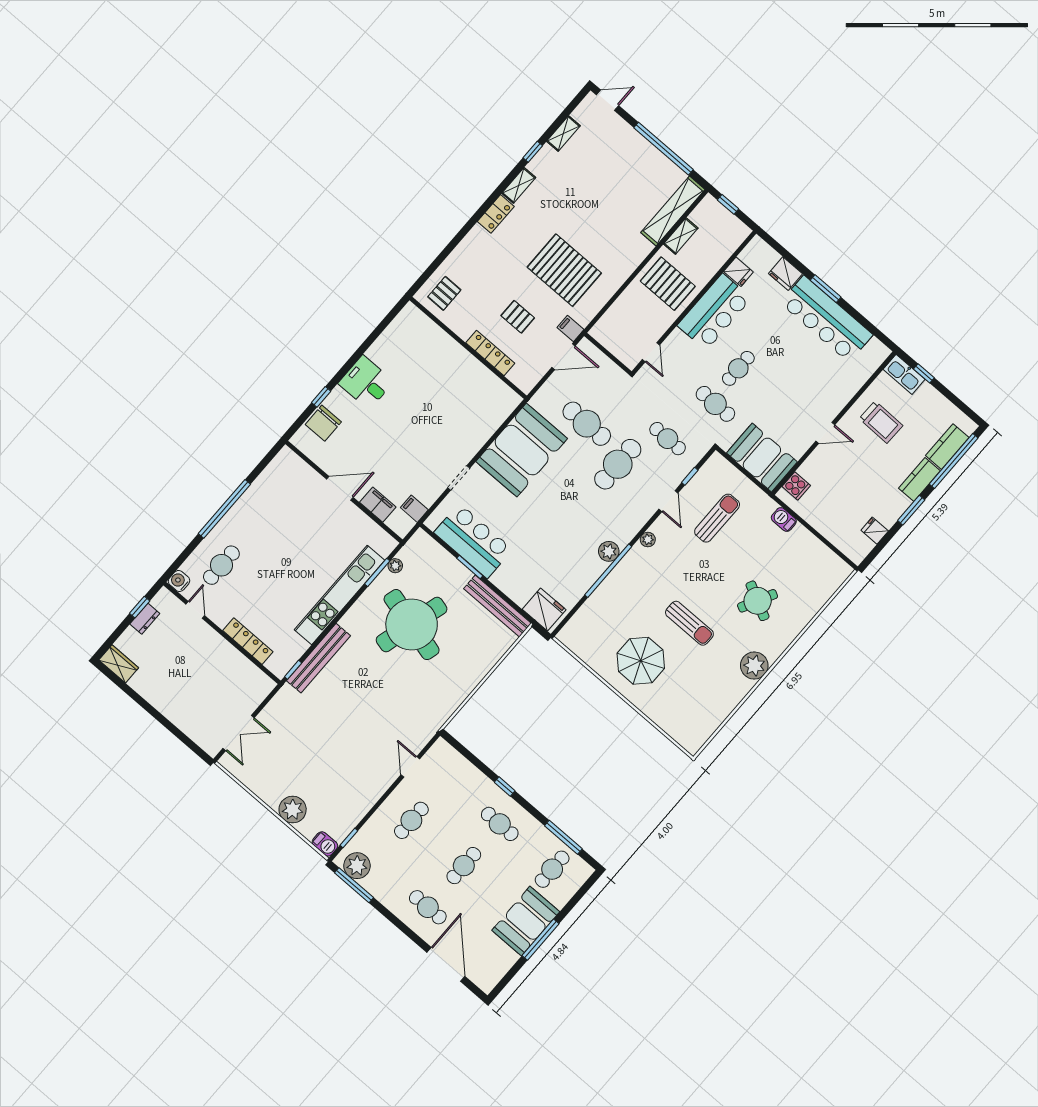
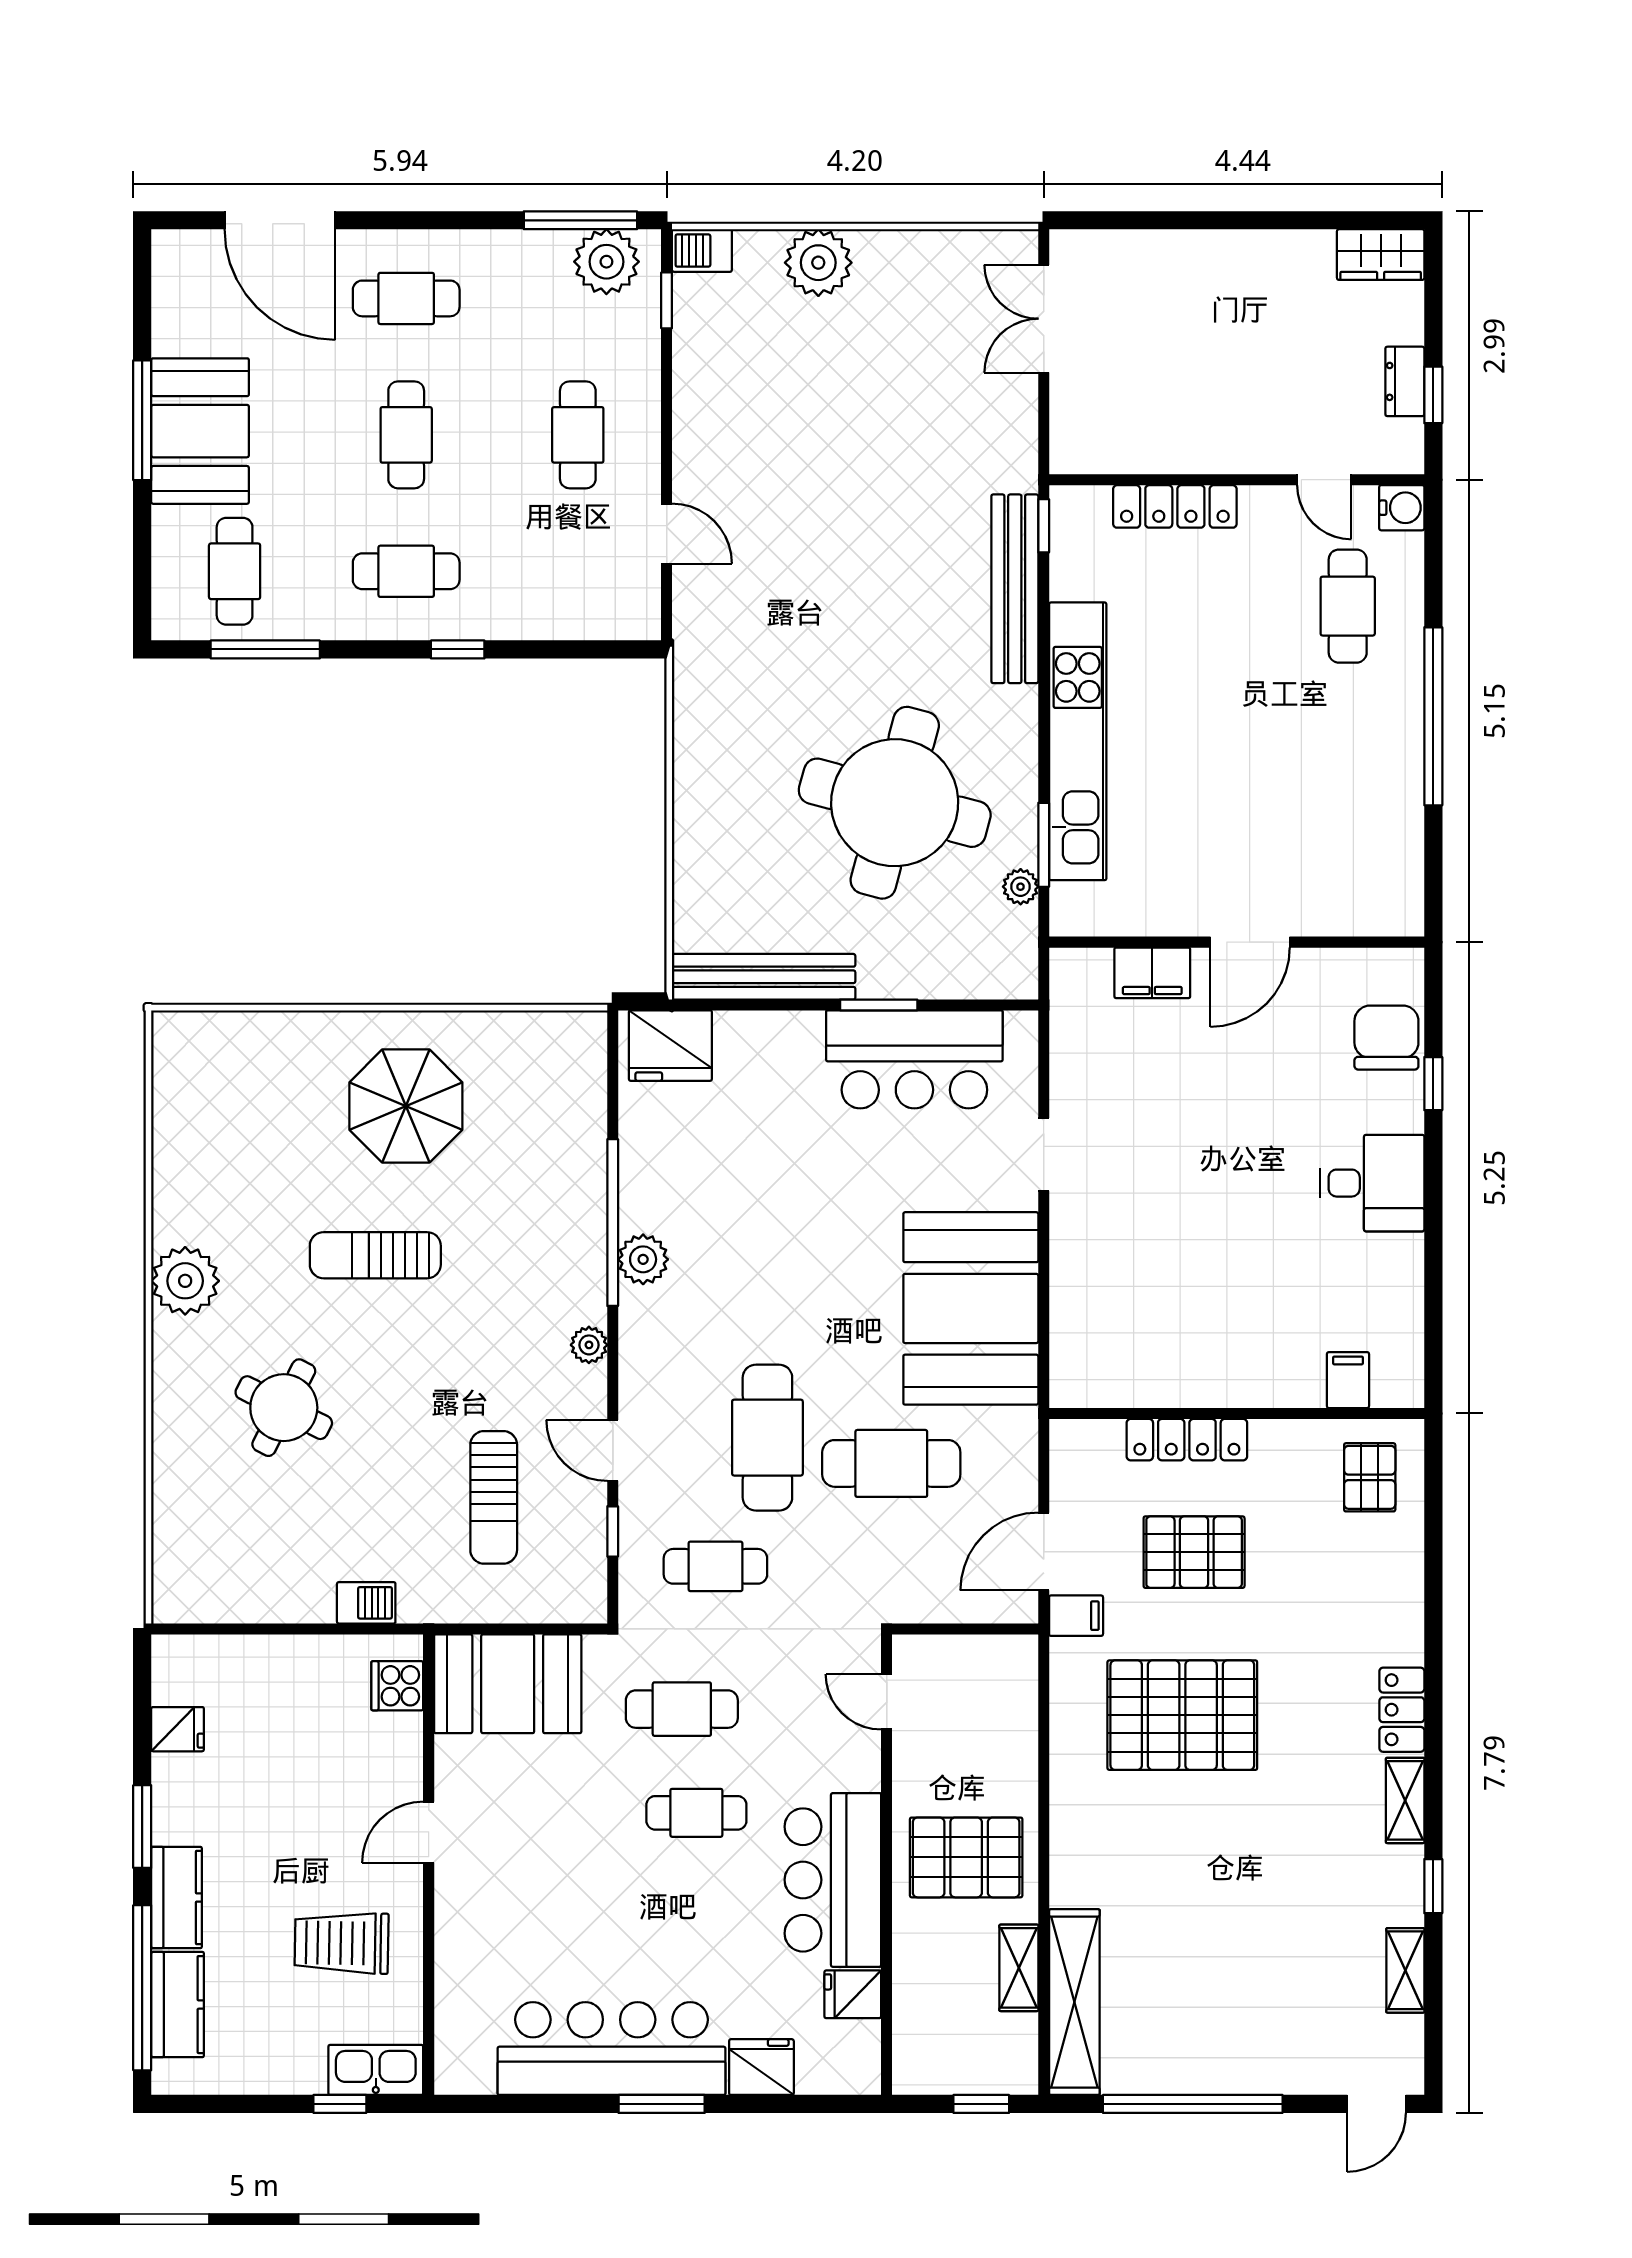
pallet: (518, 317) -> (1194, 1552), width x1.50, depth x1.42
cafe table: (738, 368) -> (696, 1813), turned 90
filing cabinet: (414, 509) -> (1348, 1380), moved, turned -90

